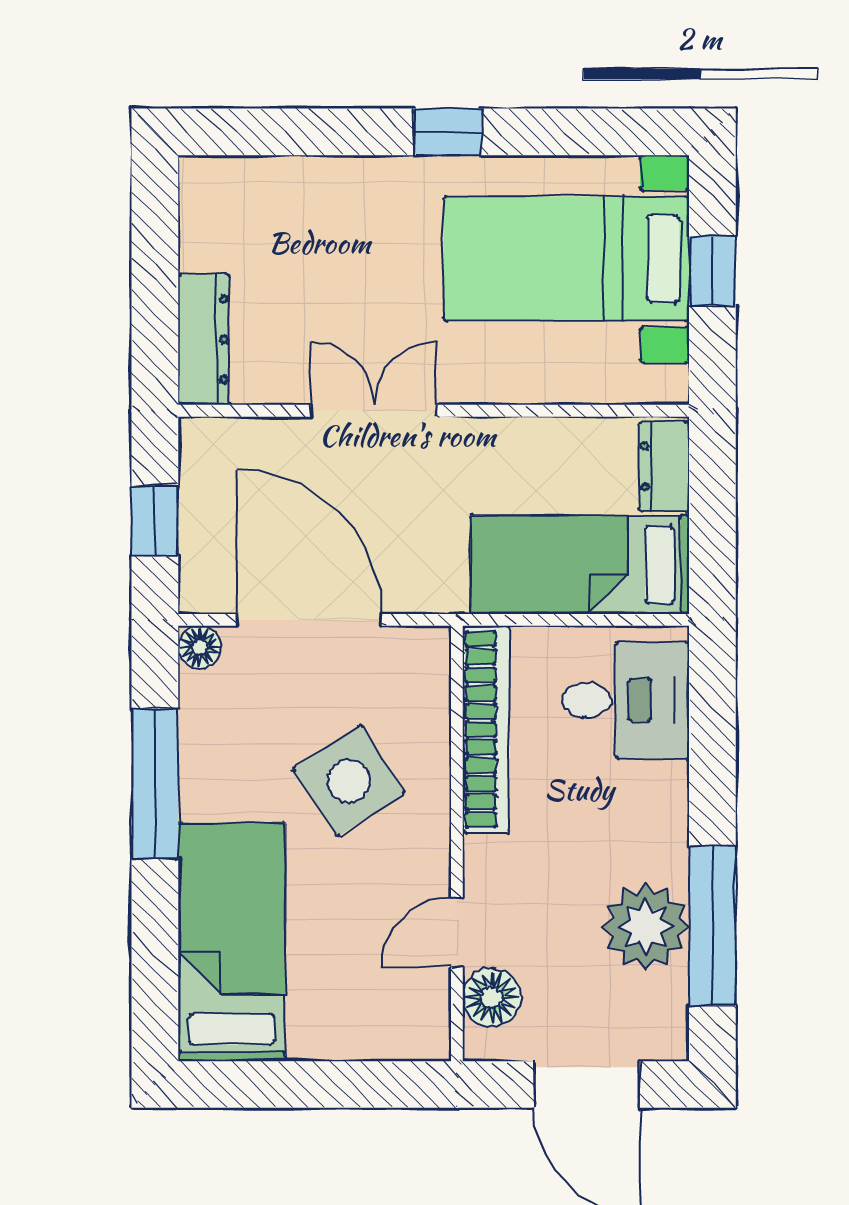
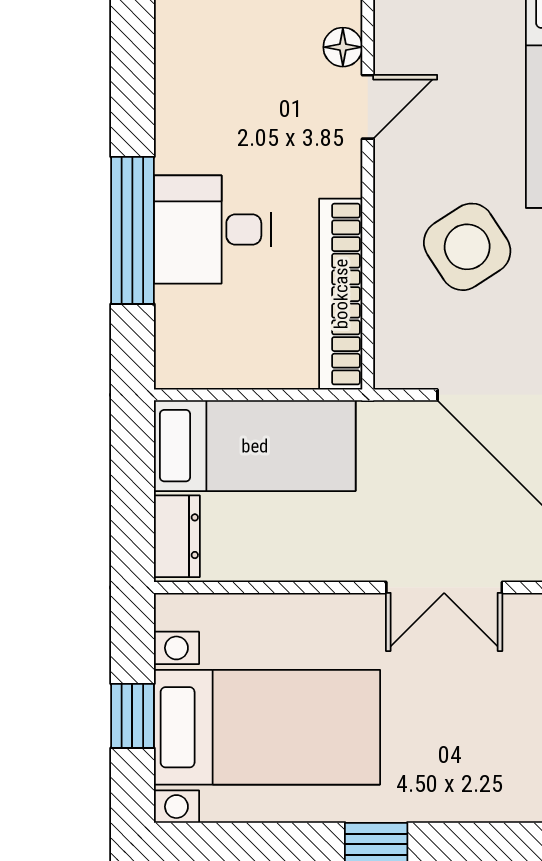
desk: (626, 700) -> (212, 230), moved
window: (712, 926) -> (132, 230), moved
plant: (646, 927) -> (194, 112), removed
floor lamp: (492, 997) -> (343, 47), width x0.73, depth x0.73

